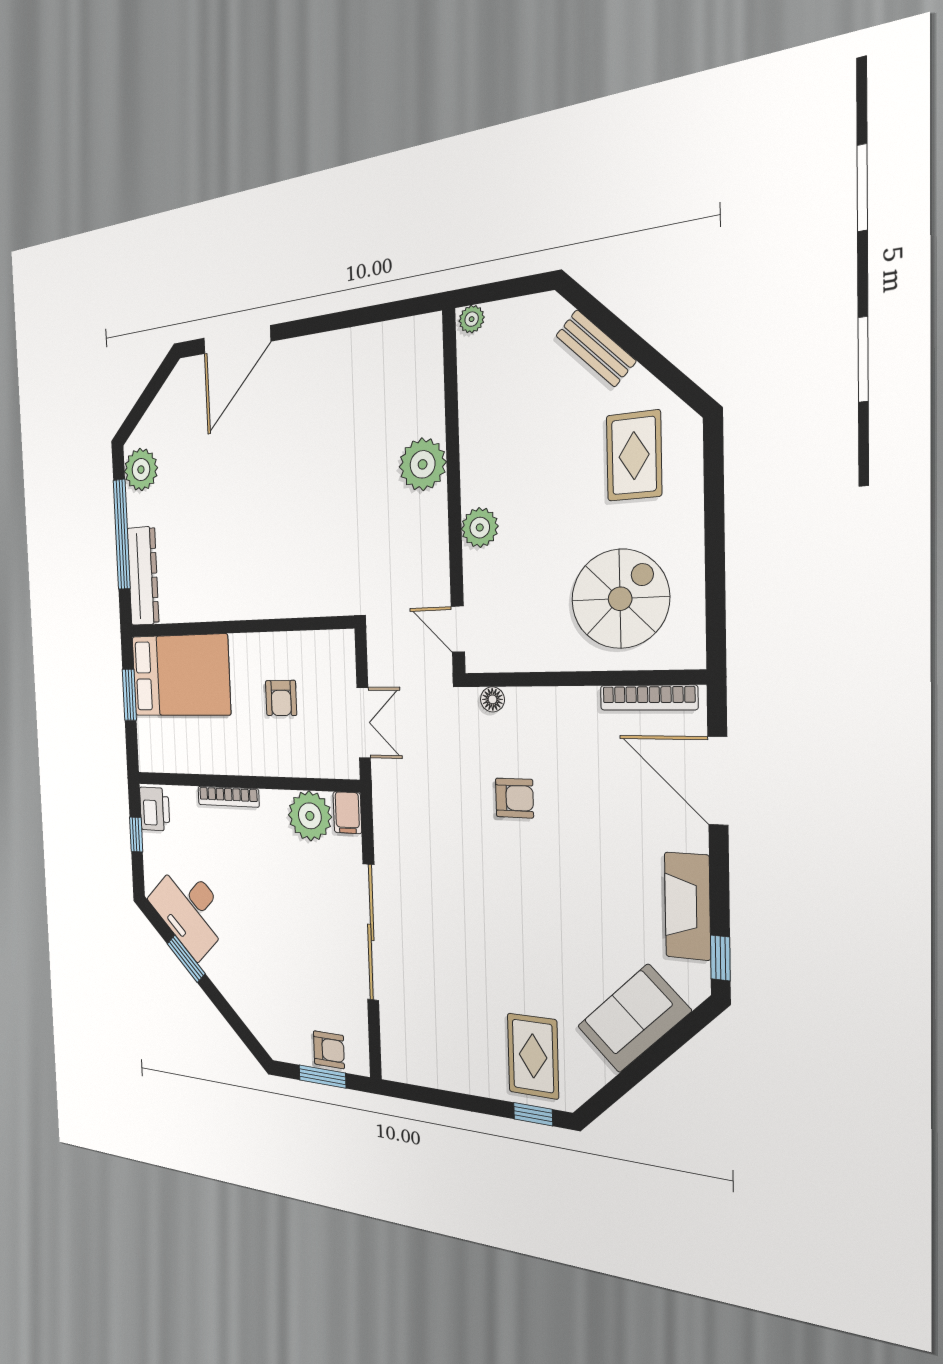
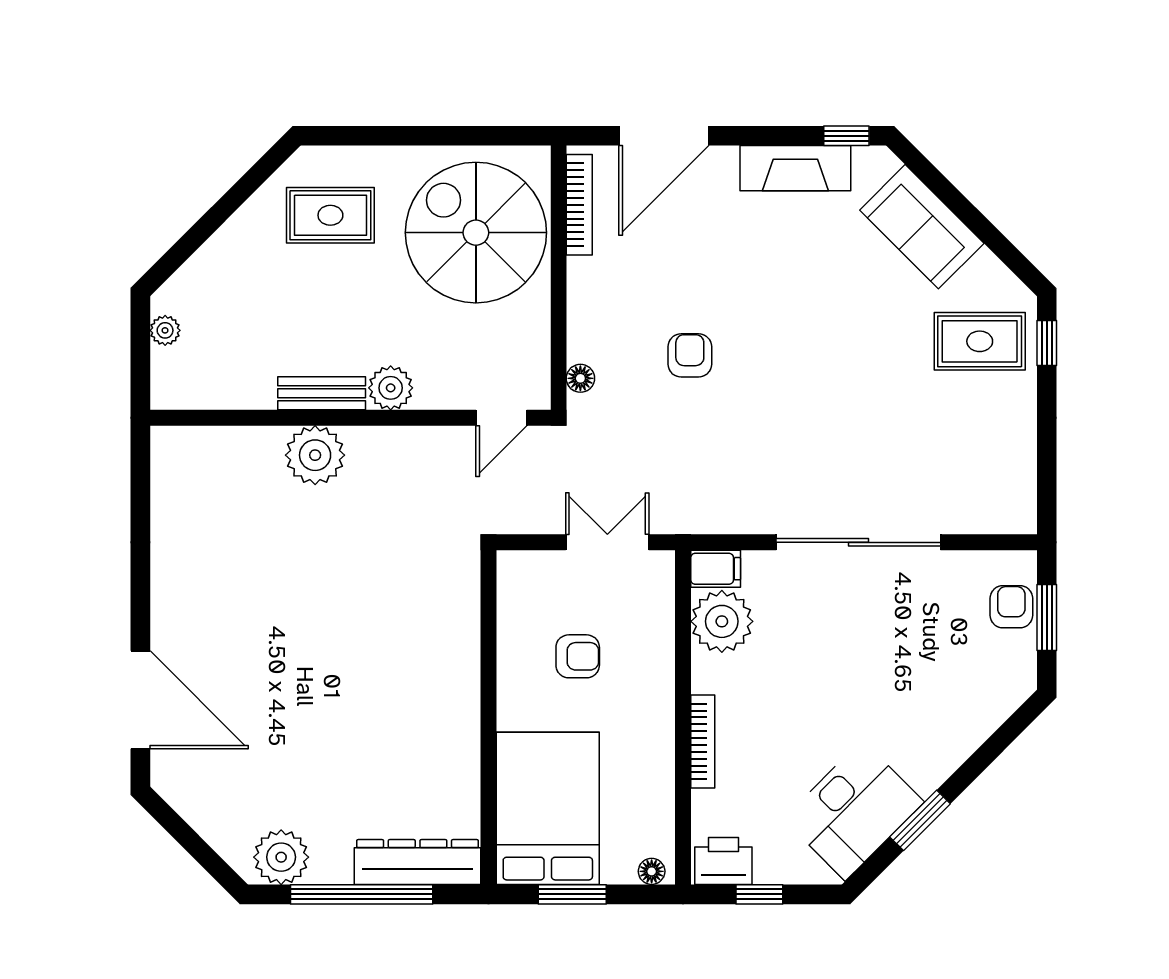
plant: (472, 319) -> (165, 330), moved
bench: (596, 348) -> (322, 393), moved, turned 45
spiral stairs: (620, 599) -> (476, 233), width x1.37, depth x1.37
floor lamp: (146, 755) -> (652, 871), added

